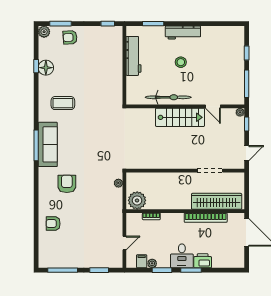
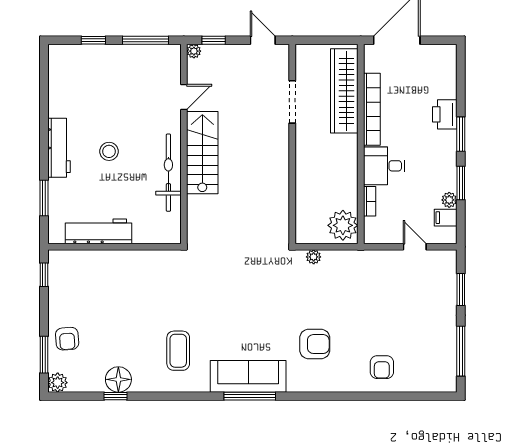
armchair: (67, 184) -> (315, 344), turned 180
desk: (182, 256) -> (384, 166), moved, turned 180

